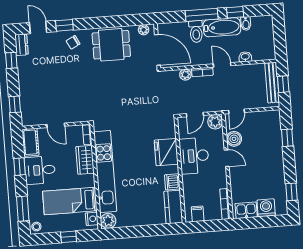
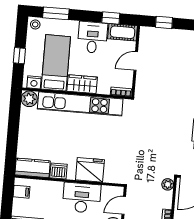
plant: (185, 75) -> (168, 184), moved
door: (195, 115) -> (124, 205), hinge flipped
wardrobe: (85, 160) -> (82, 84), moved
window: (20, 167) -> (111, 18), moved

